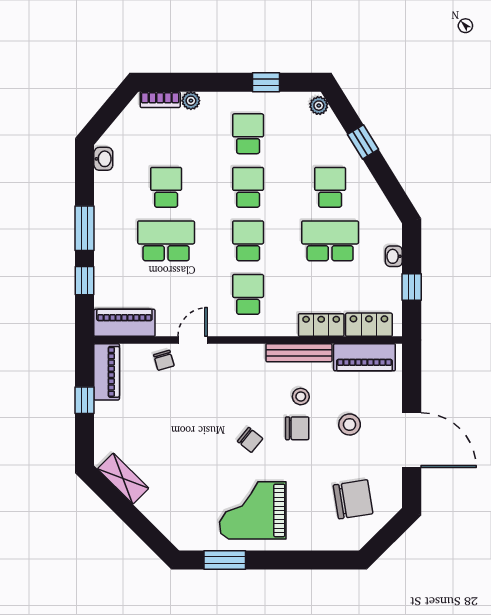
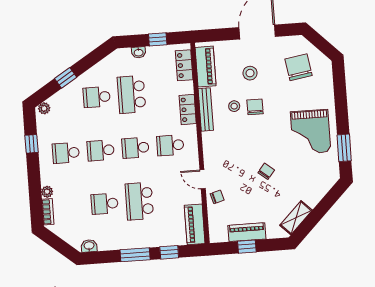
locker: (321, 325) -> (188, 110), moved
piano: (107, 372) -> (247, 232), moved
chair: (250, 440) -> (266, 171), moved

